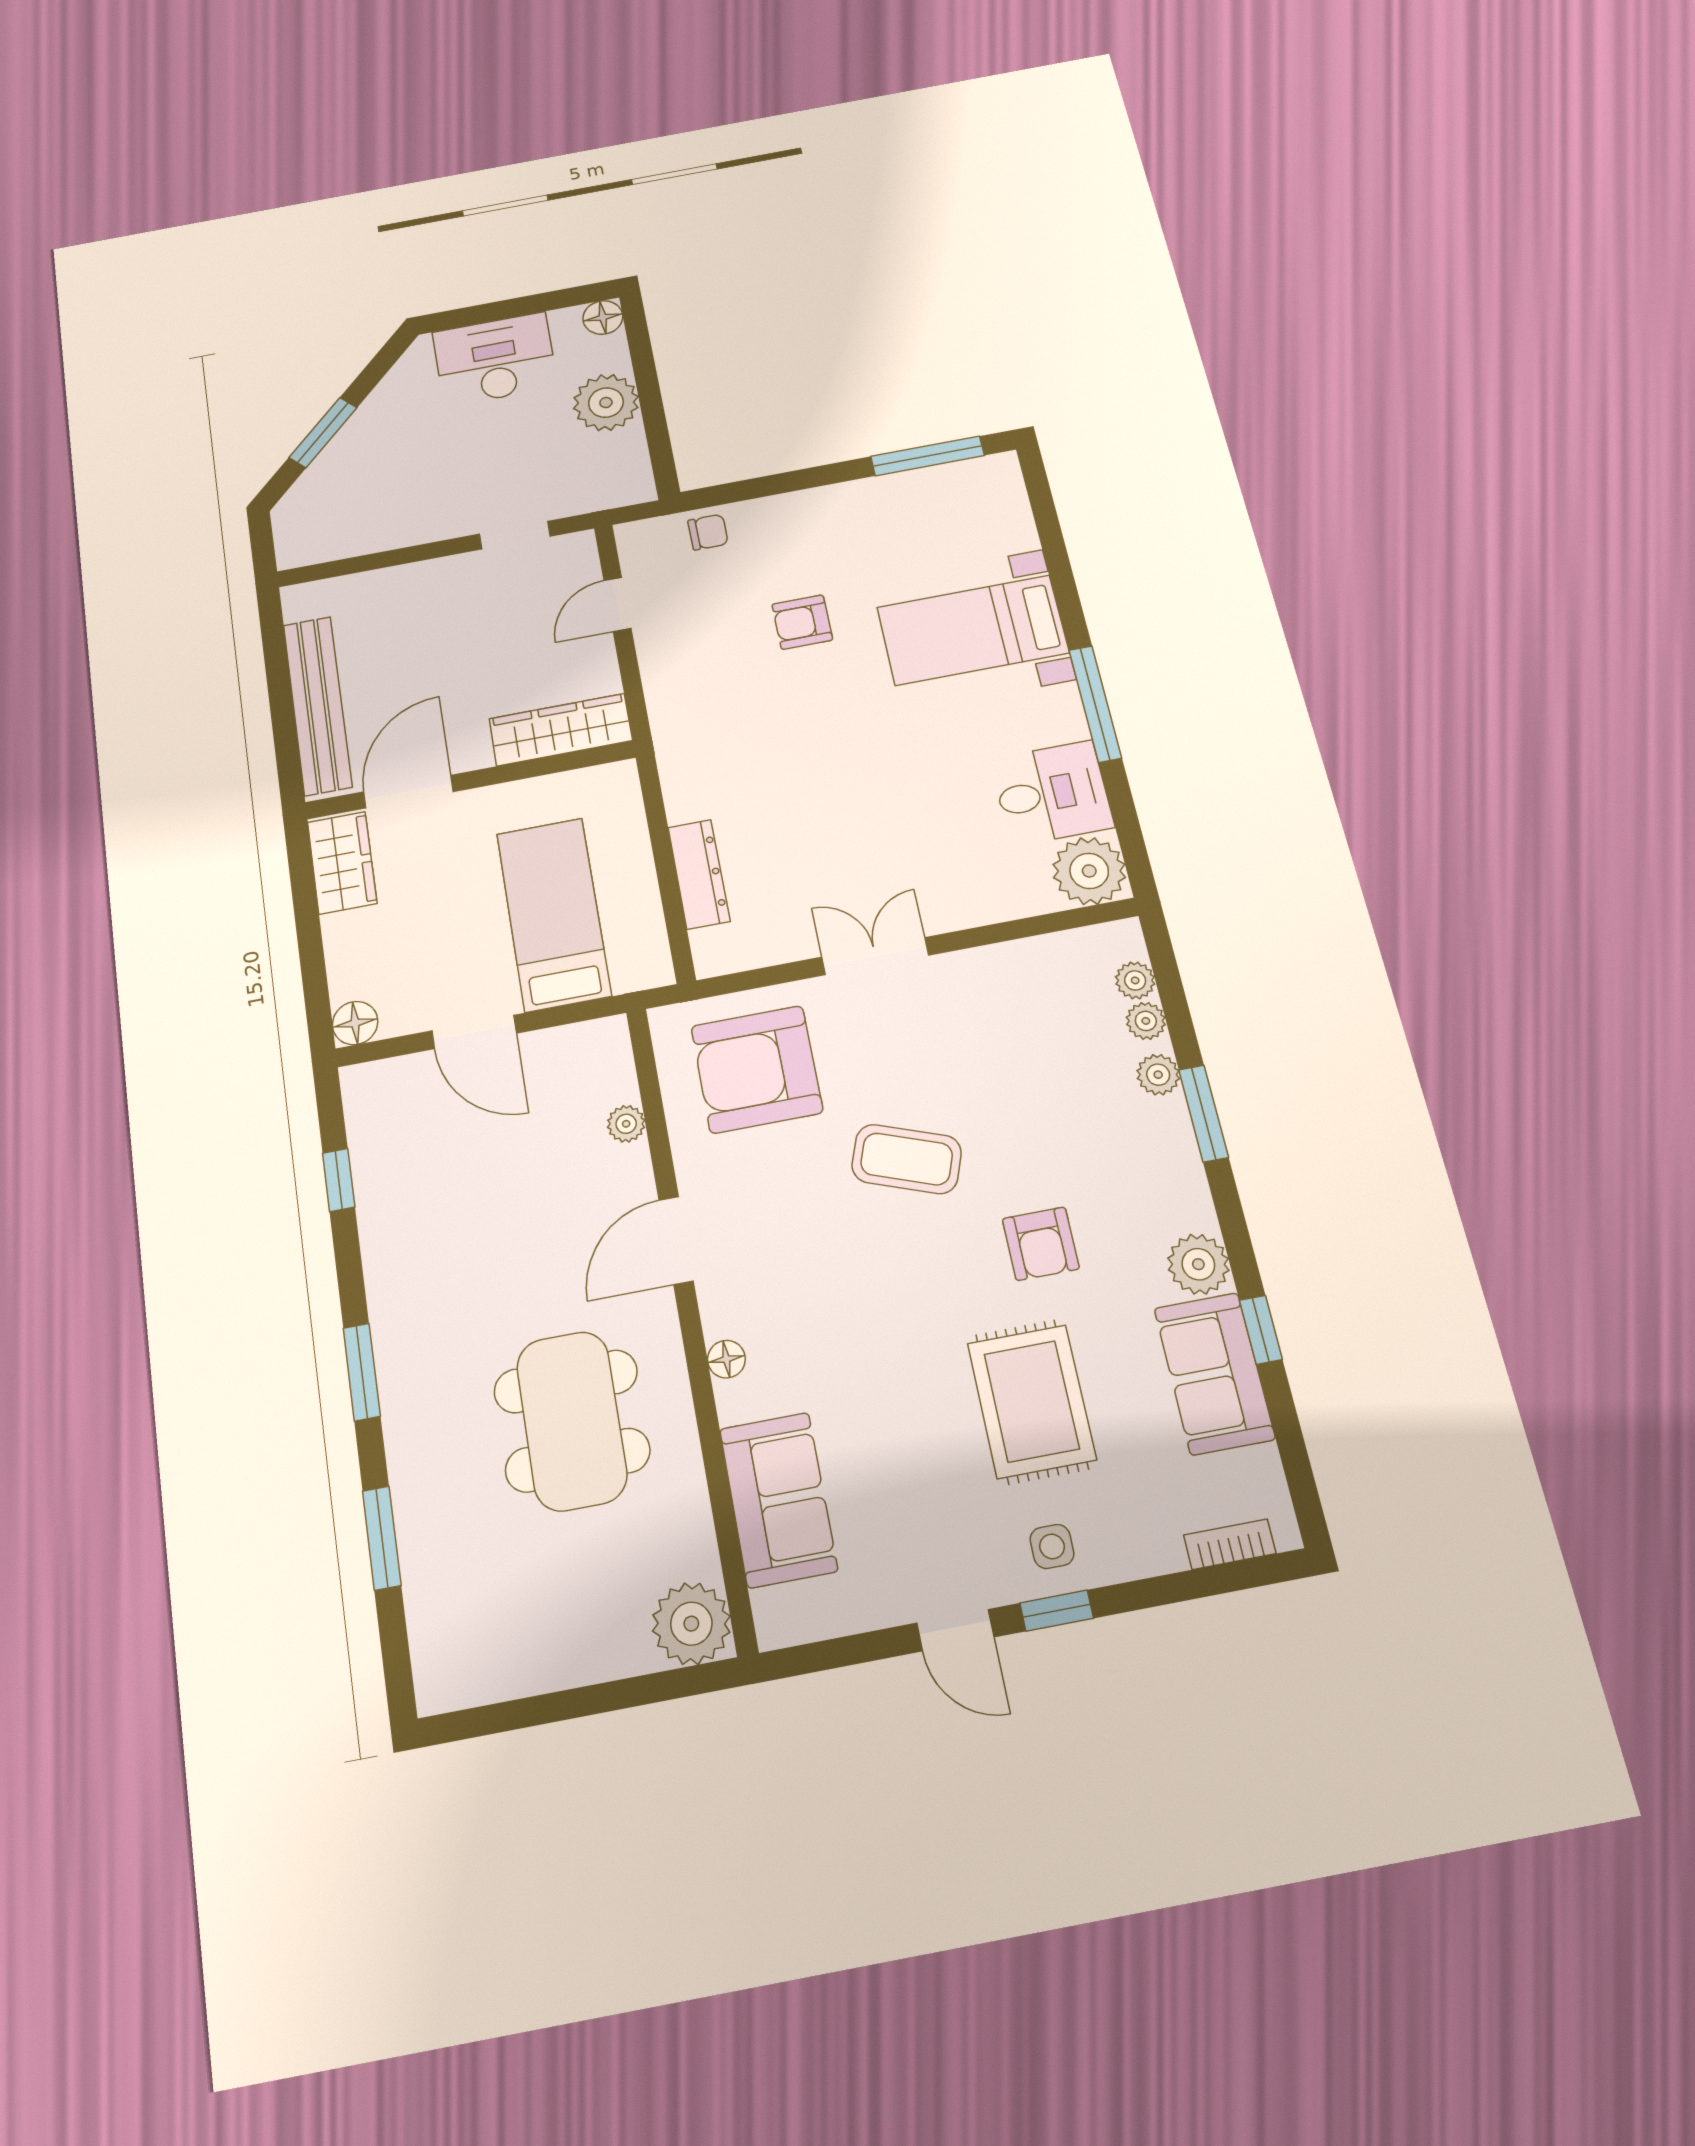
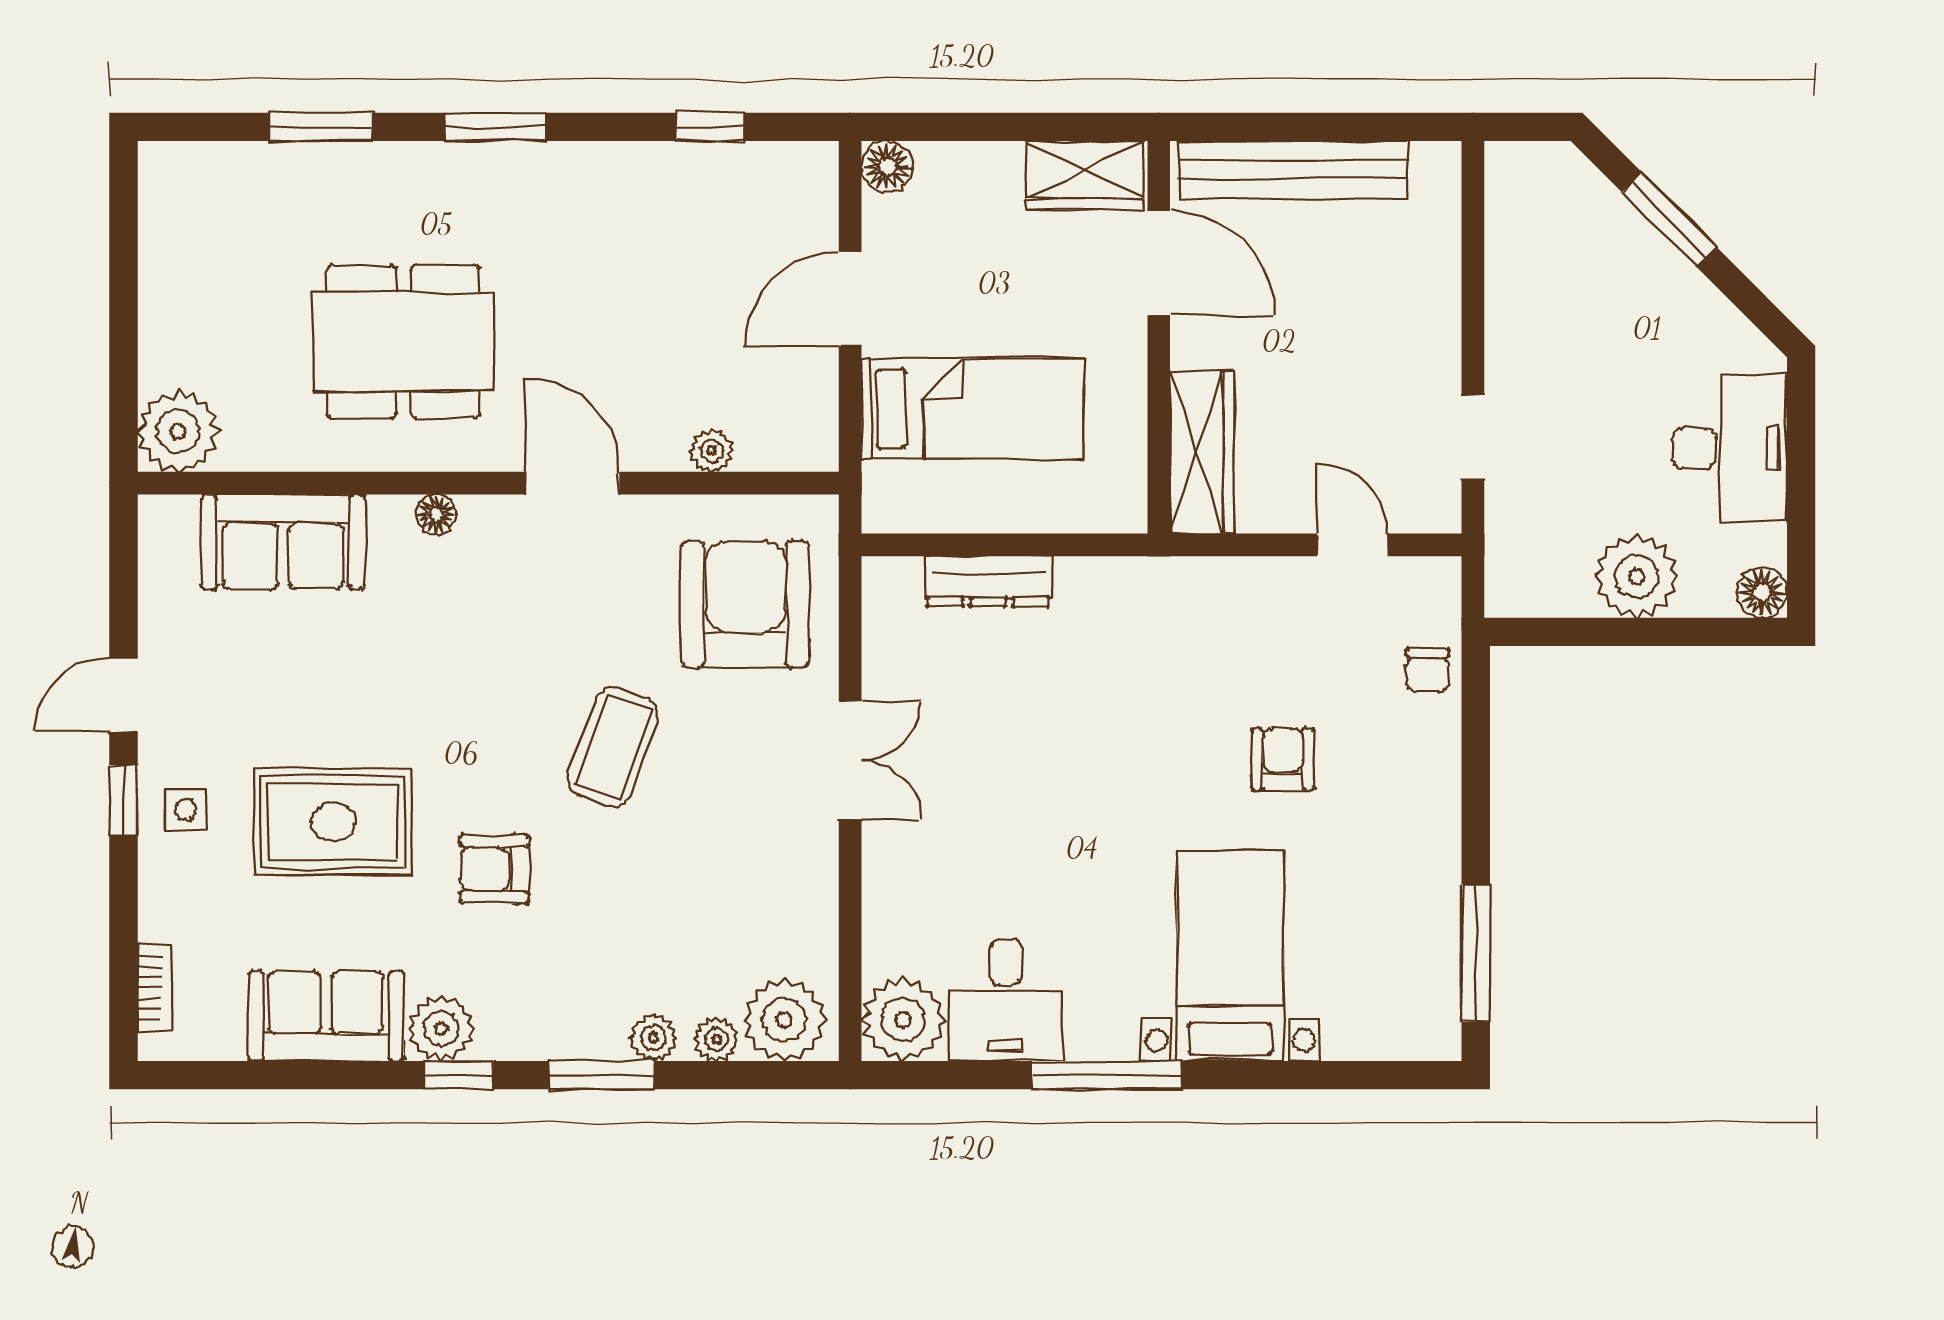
plant: (1135, 980) -> (784, 1020), width x1.88, depth x1.88
window: (1261, 1330) -> (459, 1075), moved

